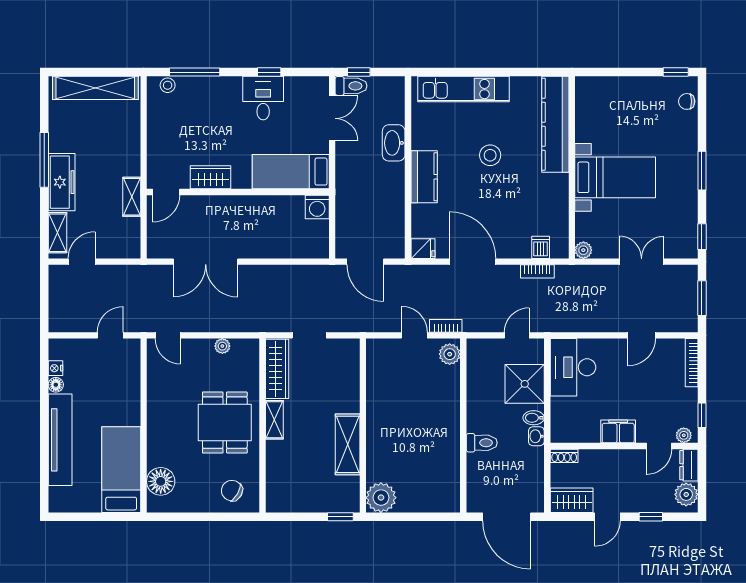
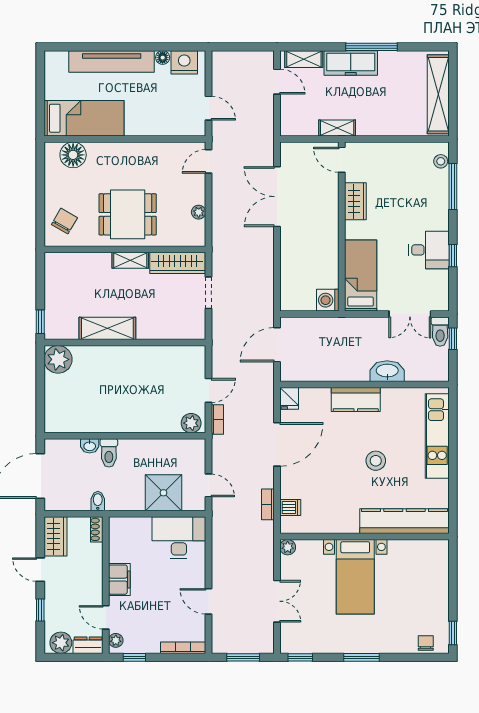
nightstand: (55, 368) -> (184, 62), width x1.89, depth x1.79
bidet: (534, 418) -> (98, 501), moved
washbasin: (536, 436) -> (90, 446), moved, turned 180

